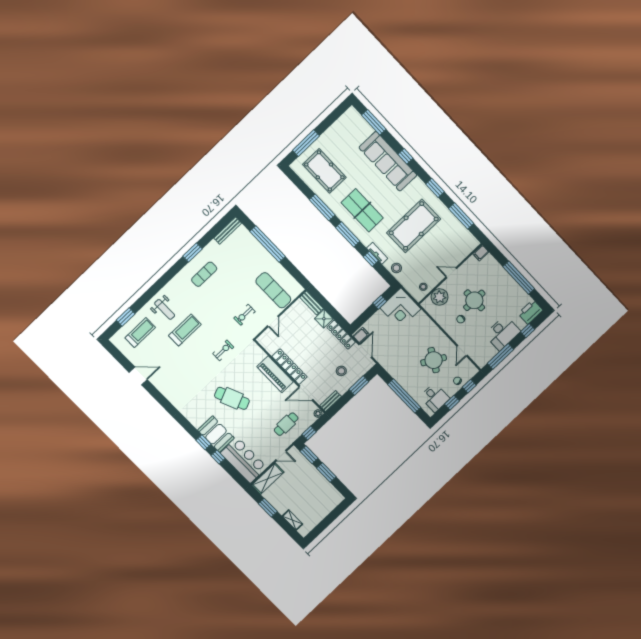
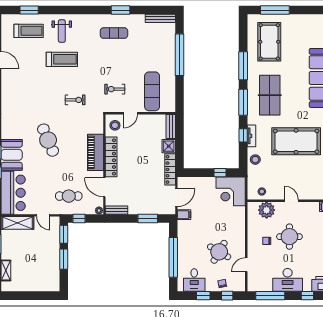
filing cabinet: (361, 335) -> (184, 215), moved
stool: (341, 371) -> (115, 125), moved

